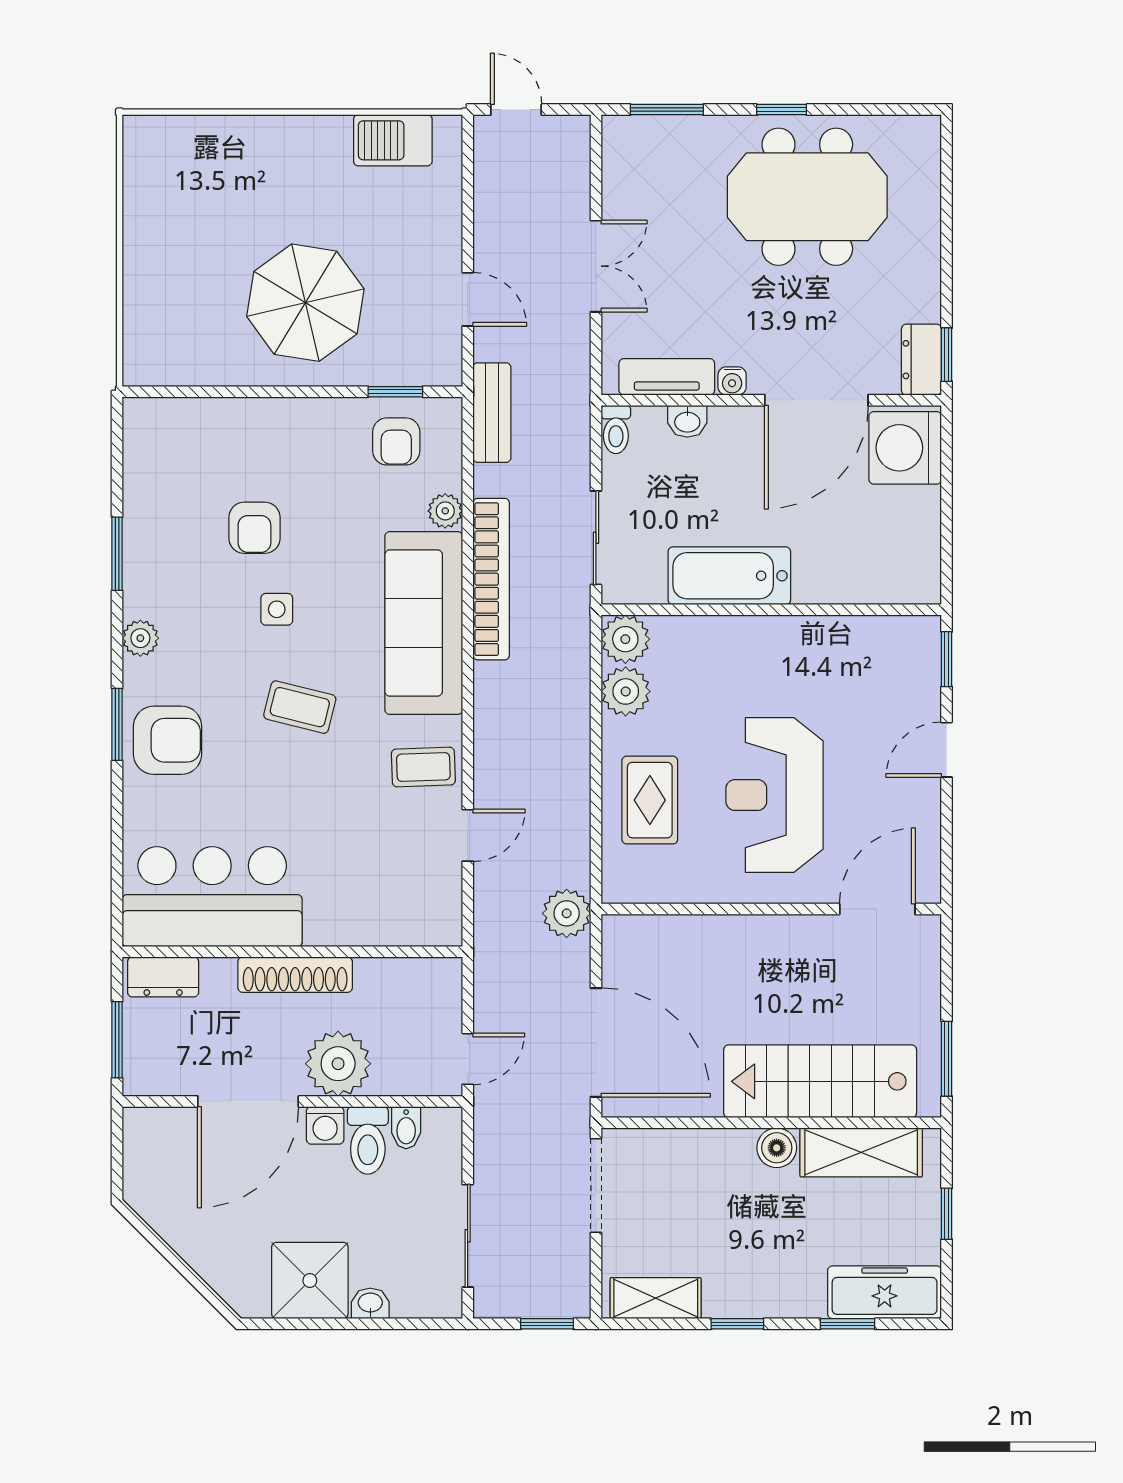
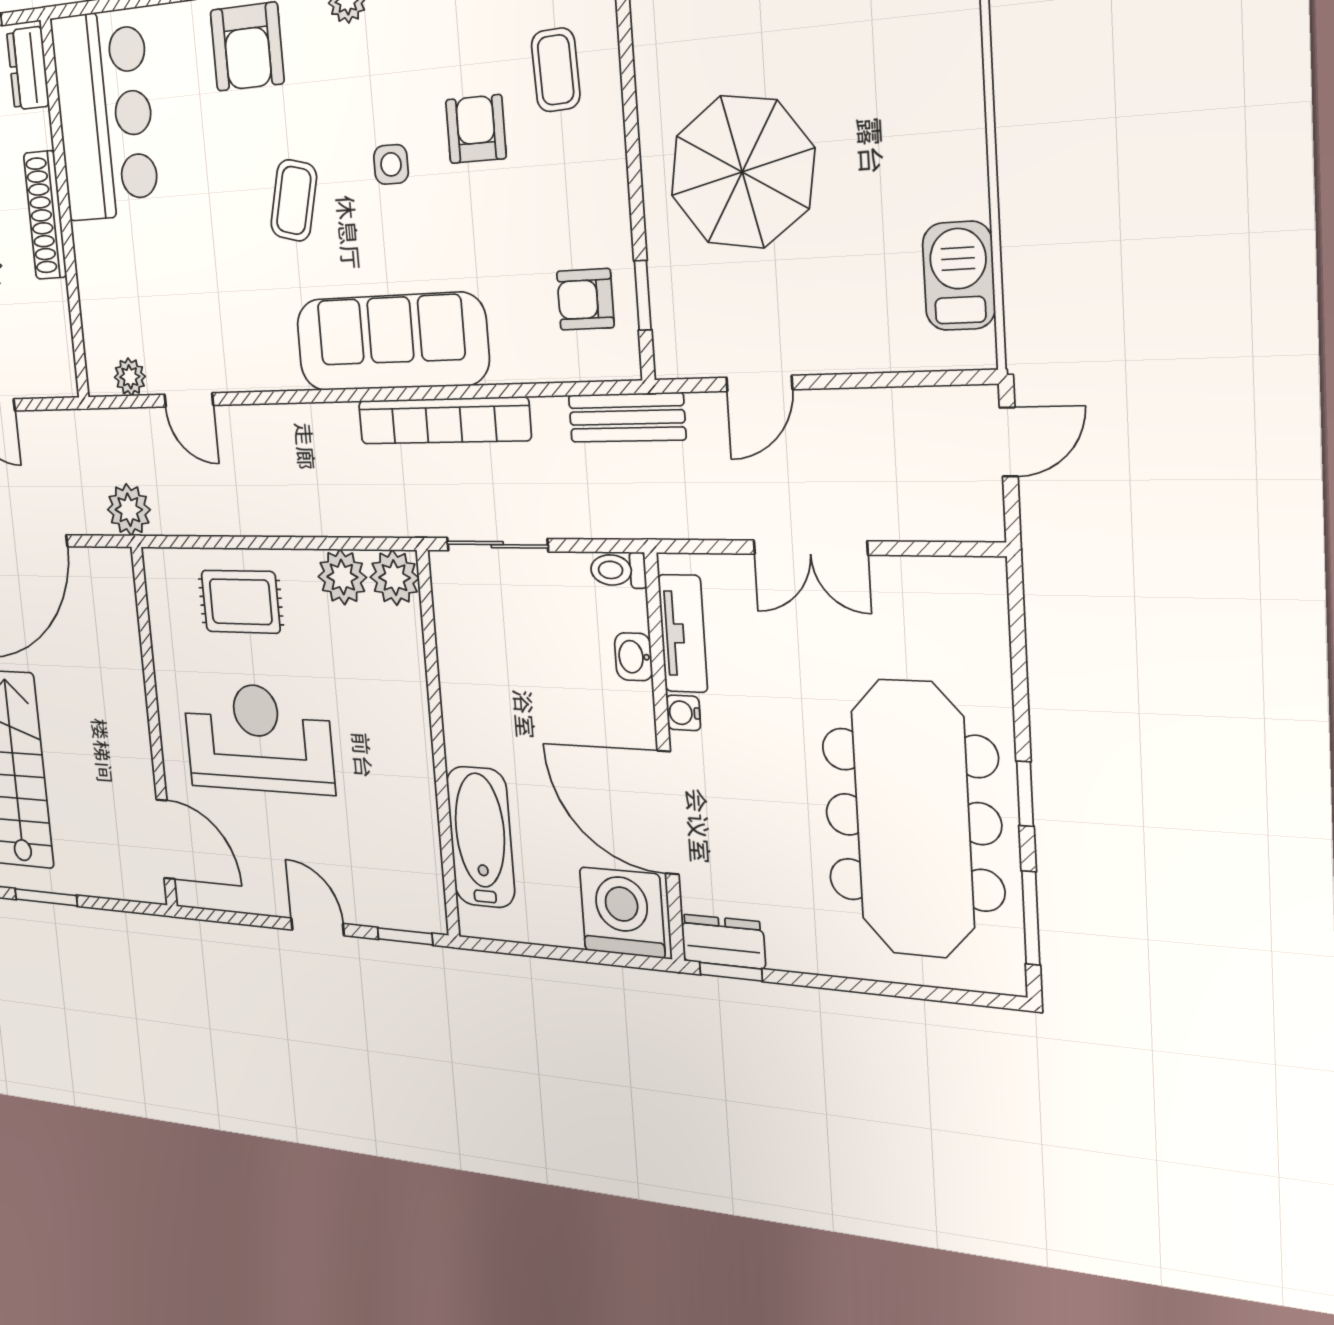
window: (667, 110) -> (1031, 918), moved
meeting table: (807, 197) -> (913, 819), width x1.36
plant: (445, 511) -> (130, 377), moved
armchair: (254, 528) -> (476, 129), turned 90
bathtub: (729, 576) -> (481, 837), moved
coffee table: (423, 767) -> (556, 70), moved

